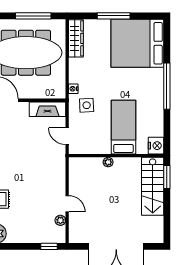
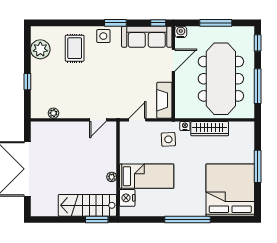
wardrobe: (76, 38) -> (210, 129), moved
nightstand: (156, 146) -> (127, 198), moved, turned 90
plant: (108, 162) -> (112, 177), moved
door: (67, 204) -> (98, 120), moved
window: (49, 246) -> (27, 82), moved

